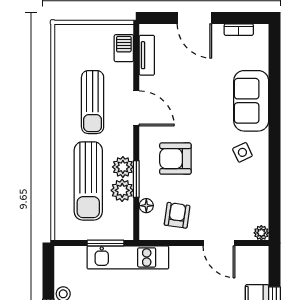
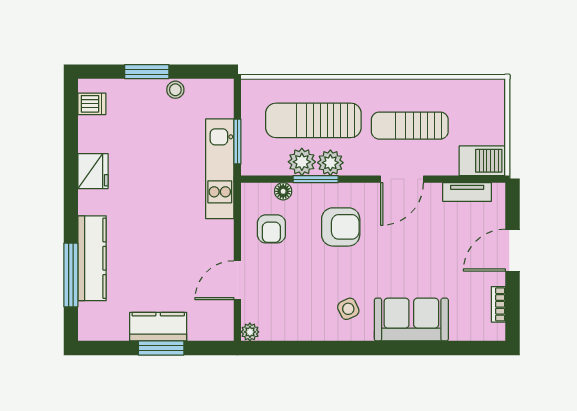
barbecue: (124, 48) -> (482, 161), width x1.38, depth x1.27
armchair: (175, 159) -> (341, 227), turned 90
armchair: (177, 215) -> (271, 229), turned 82

